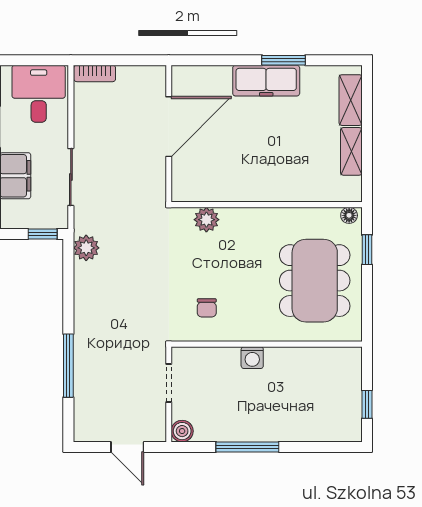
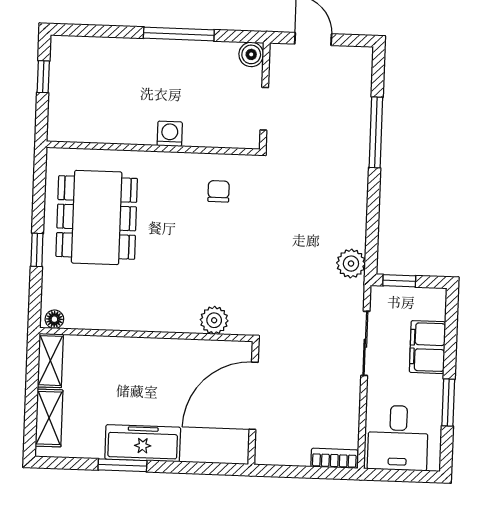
wall: (267, 205) -> (146, 335), moved
floor lamp: (349, 215) -> (54, 319), moved
plant: (206, 220) -> (214, 320), moved

